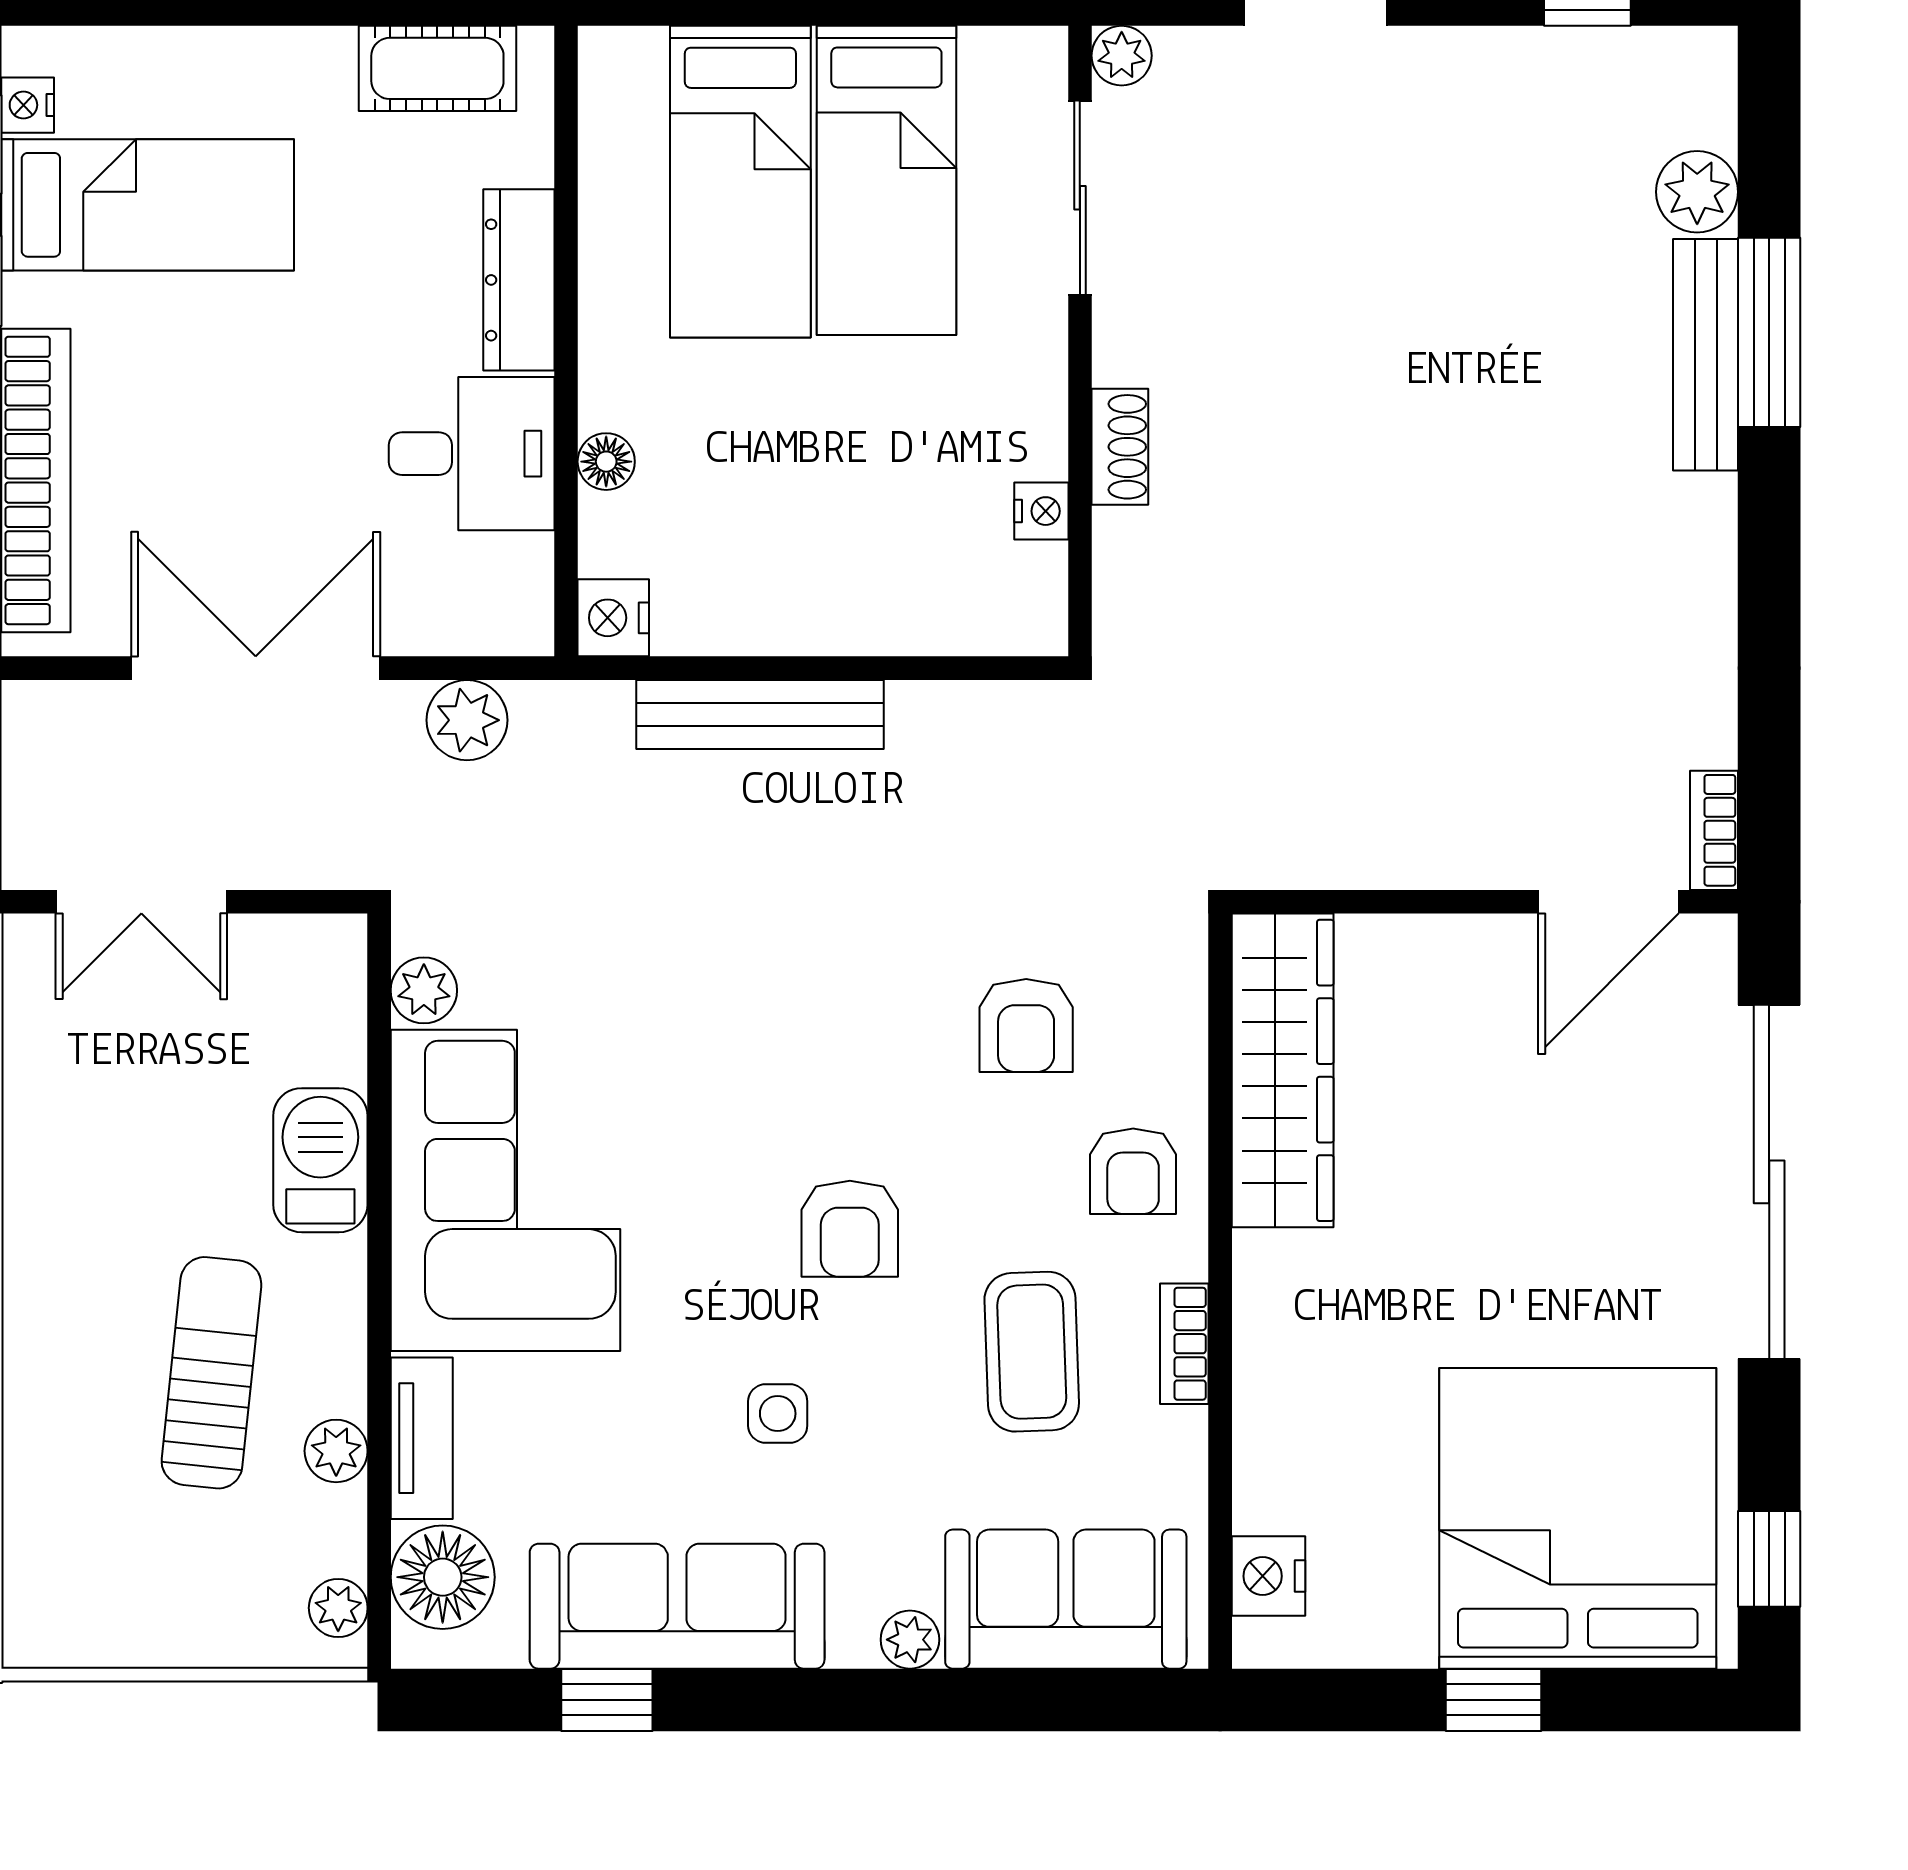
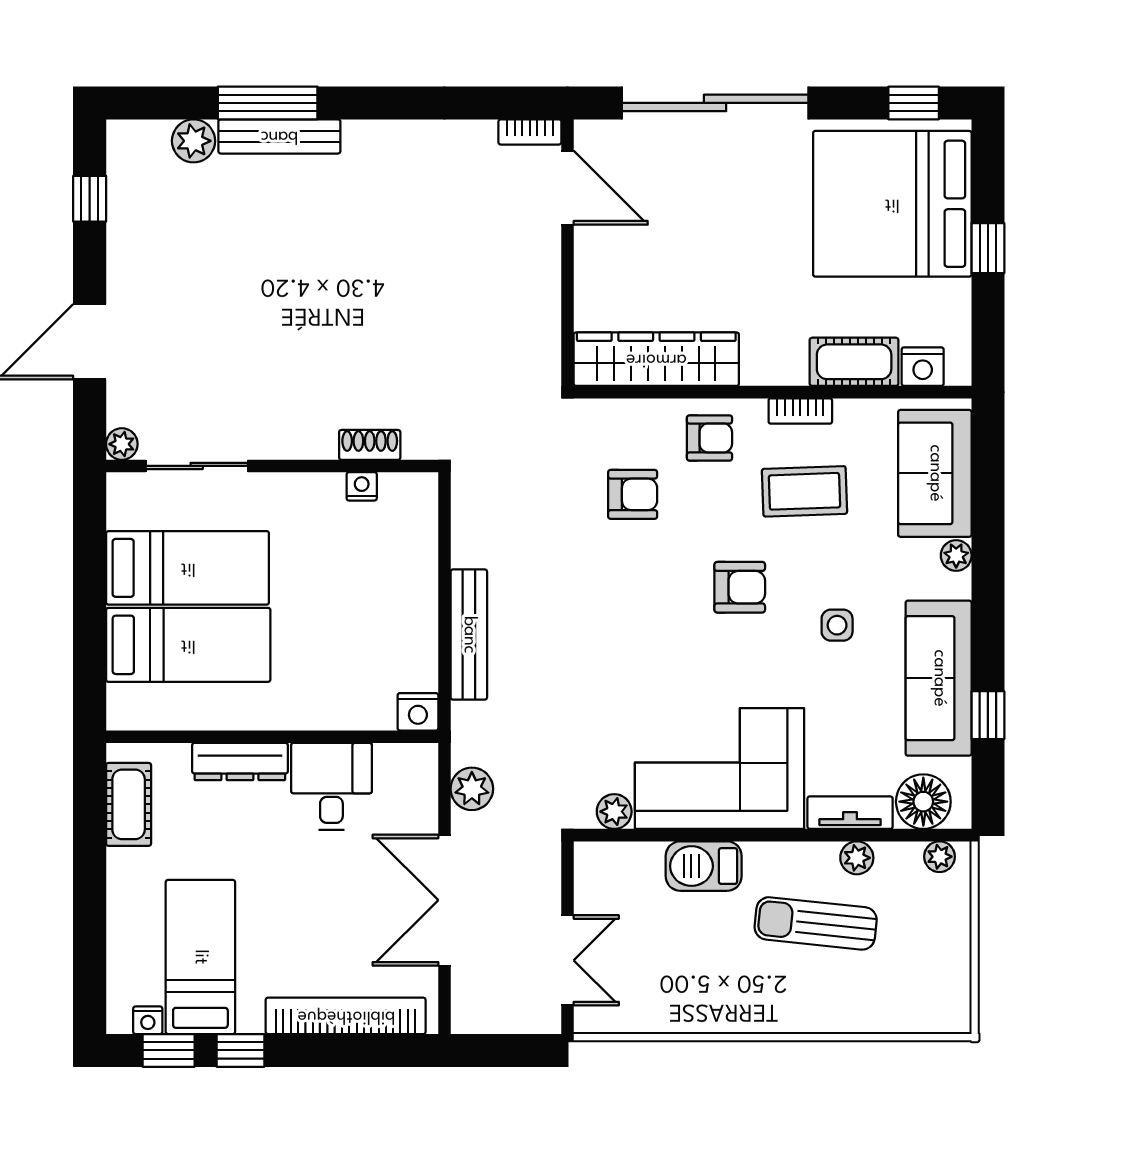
shoe rack: (1120, 447) -> (370, 445), moved
floor lamp: (606, 462) -> (336, 716), removed
cot: (1278, 1446) -> (854, 362), added

